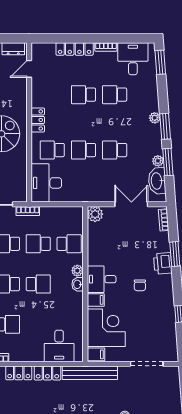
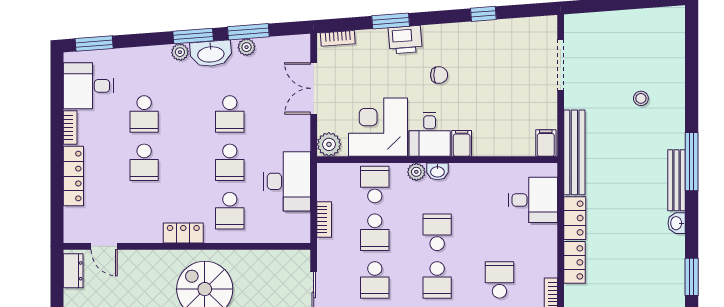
washbasin: (157, 181) -> (211, 54), moved
desk: (46, 183) -> (287, 181), moved, turned -90
bookcase: (28, 211) -> (324, 220), moved
corner desk: (106, 328) -> (378, 127), moved

